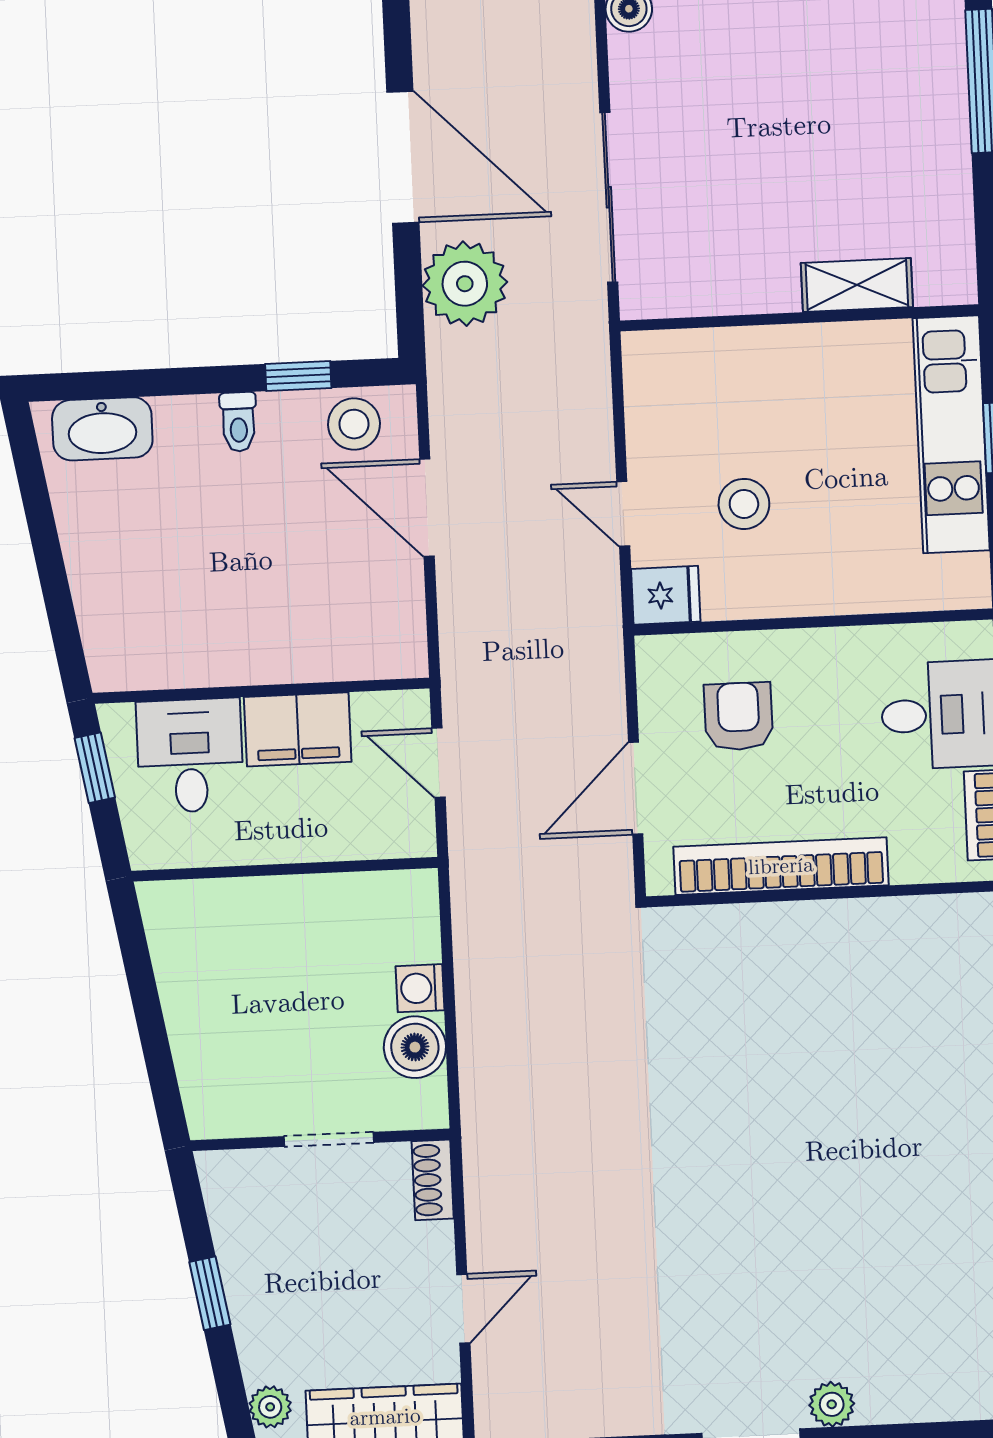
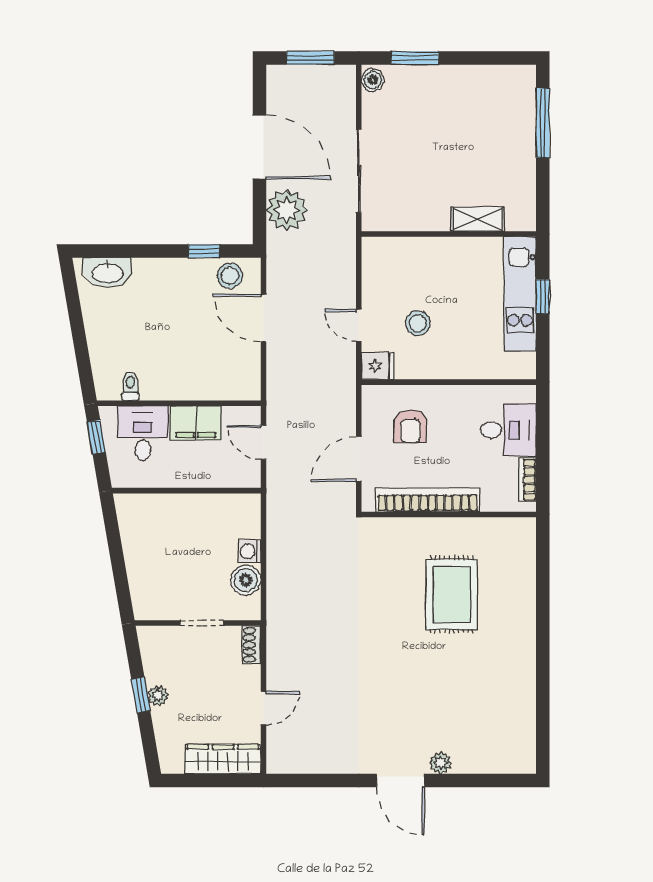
toilet: (238, 422) -> (130, 386), moved, turned 180
armchair: (738, 716) -> (410, 426), turned 180
rug: (839, 1058) -> (452, 594), added
plant: (270, 1407) -> (158, 696), moved

